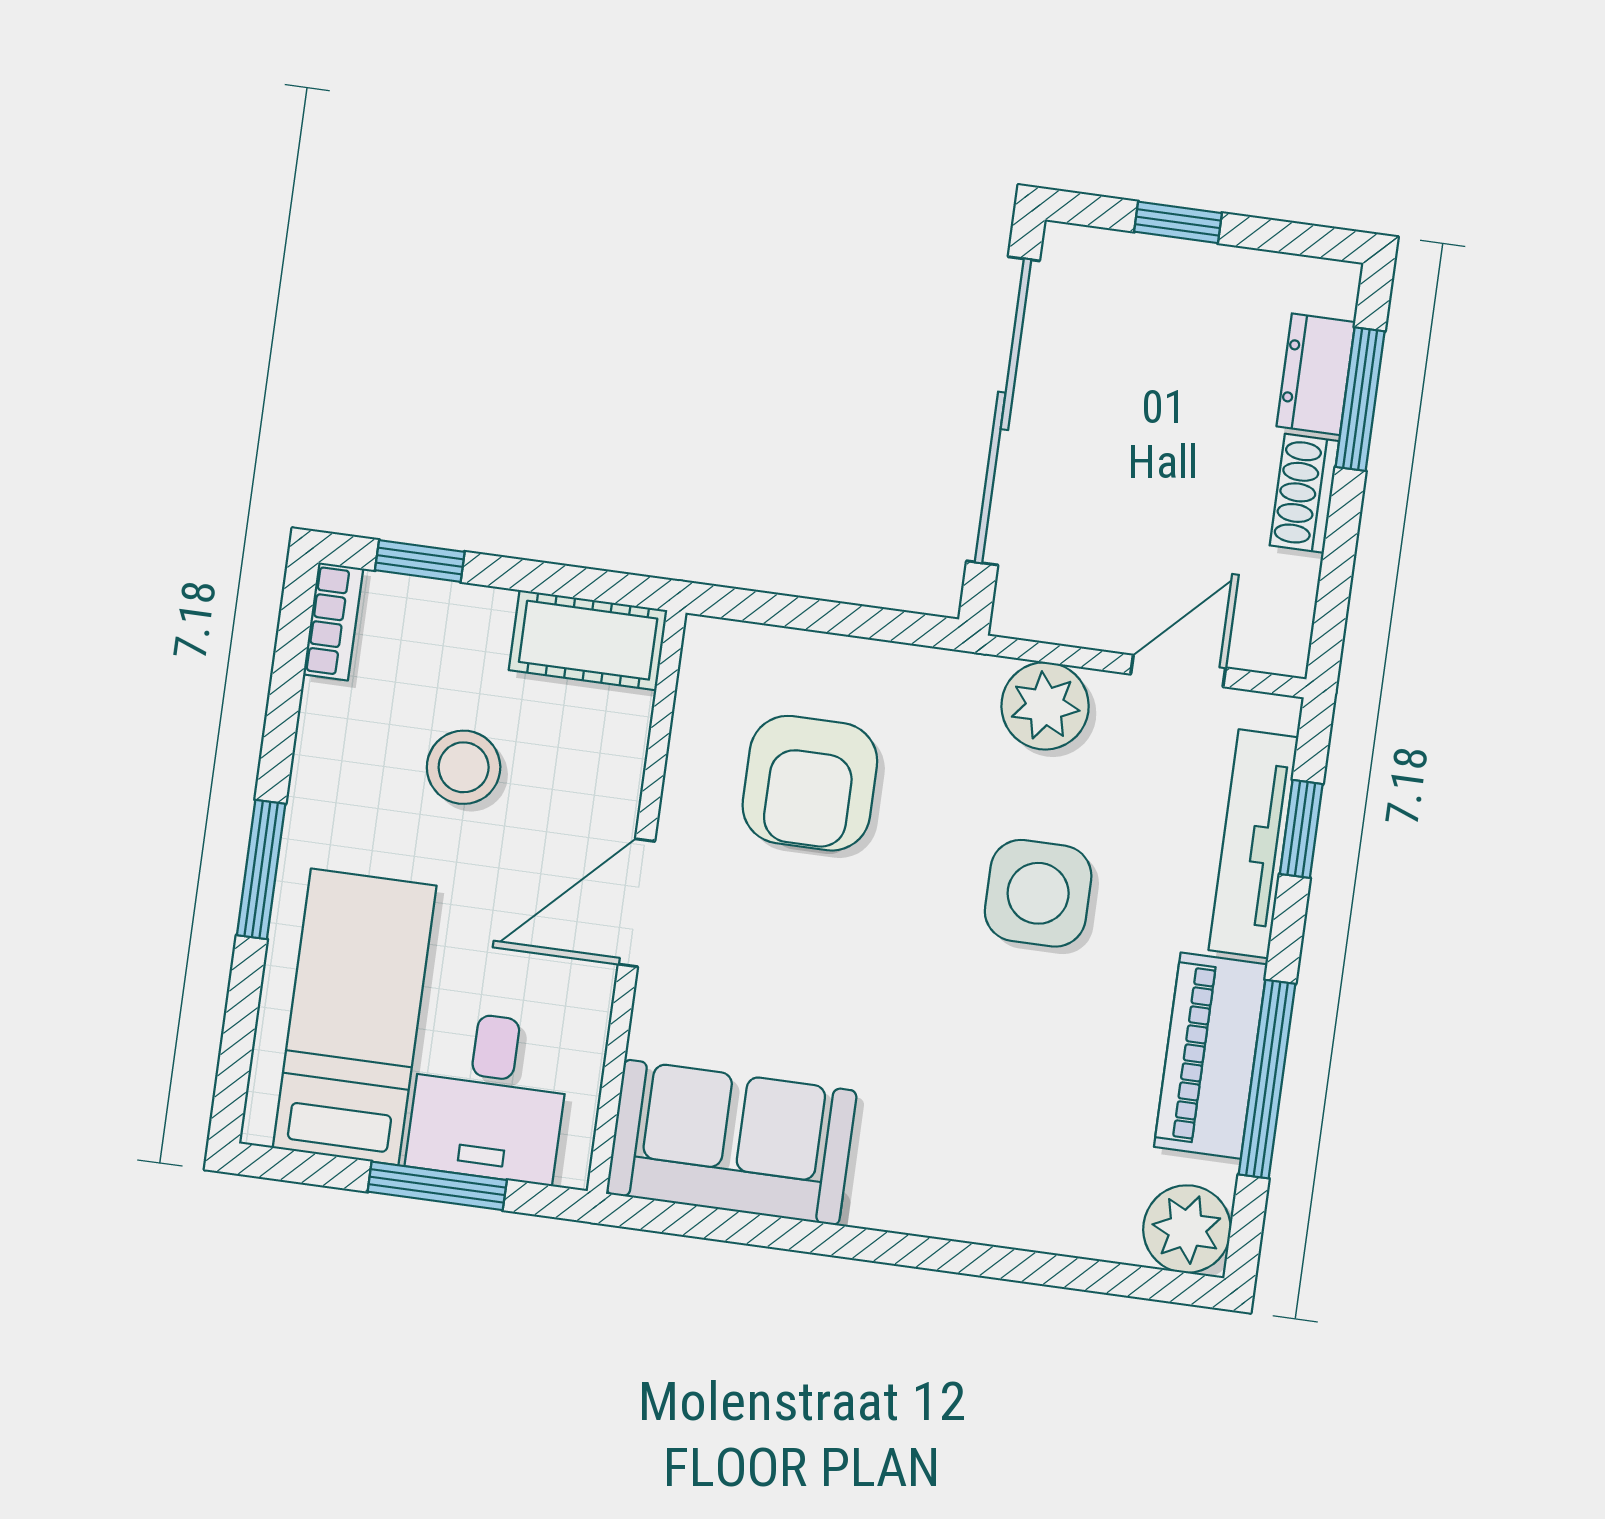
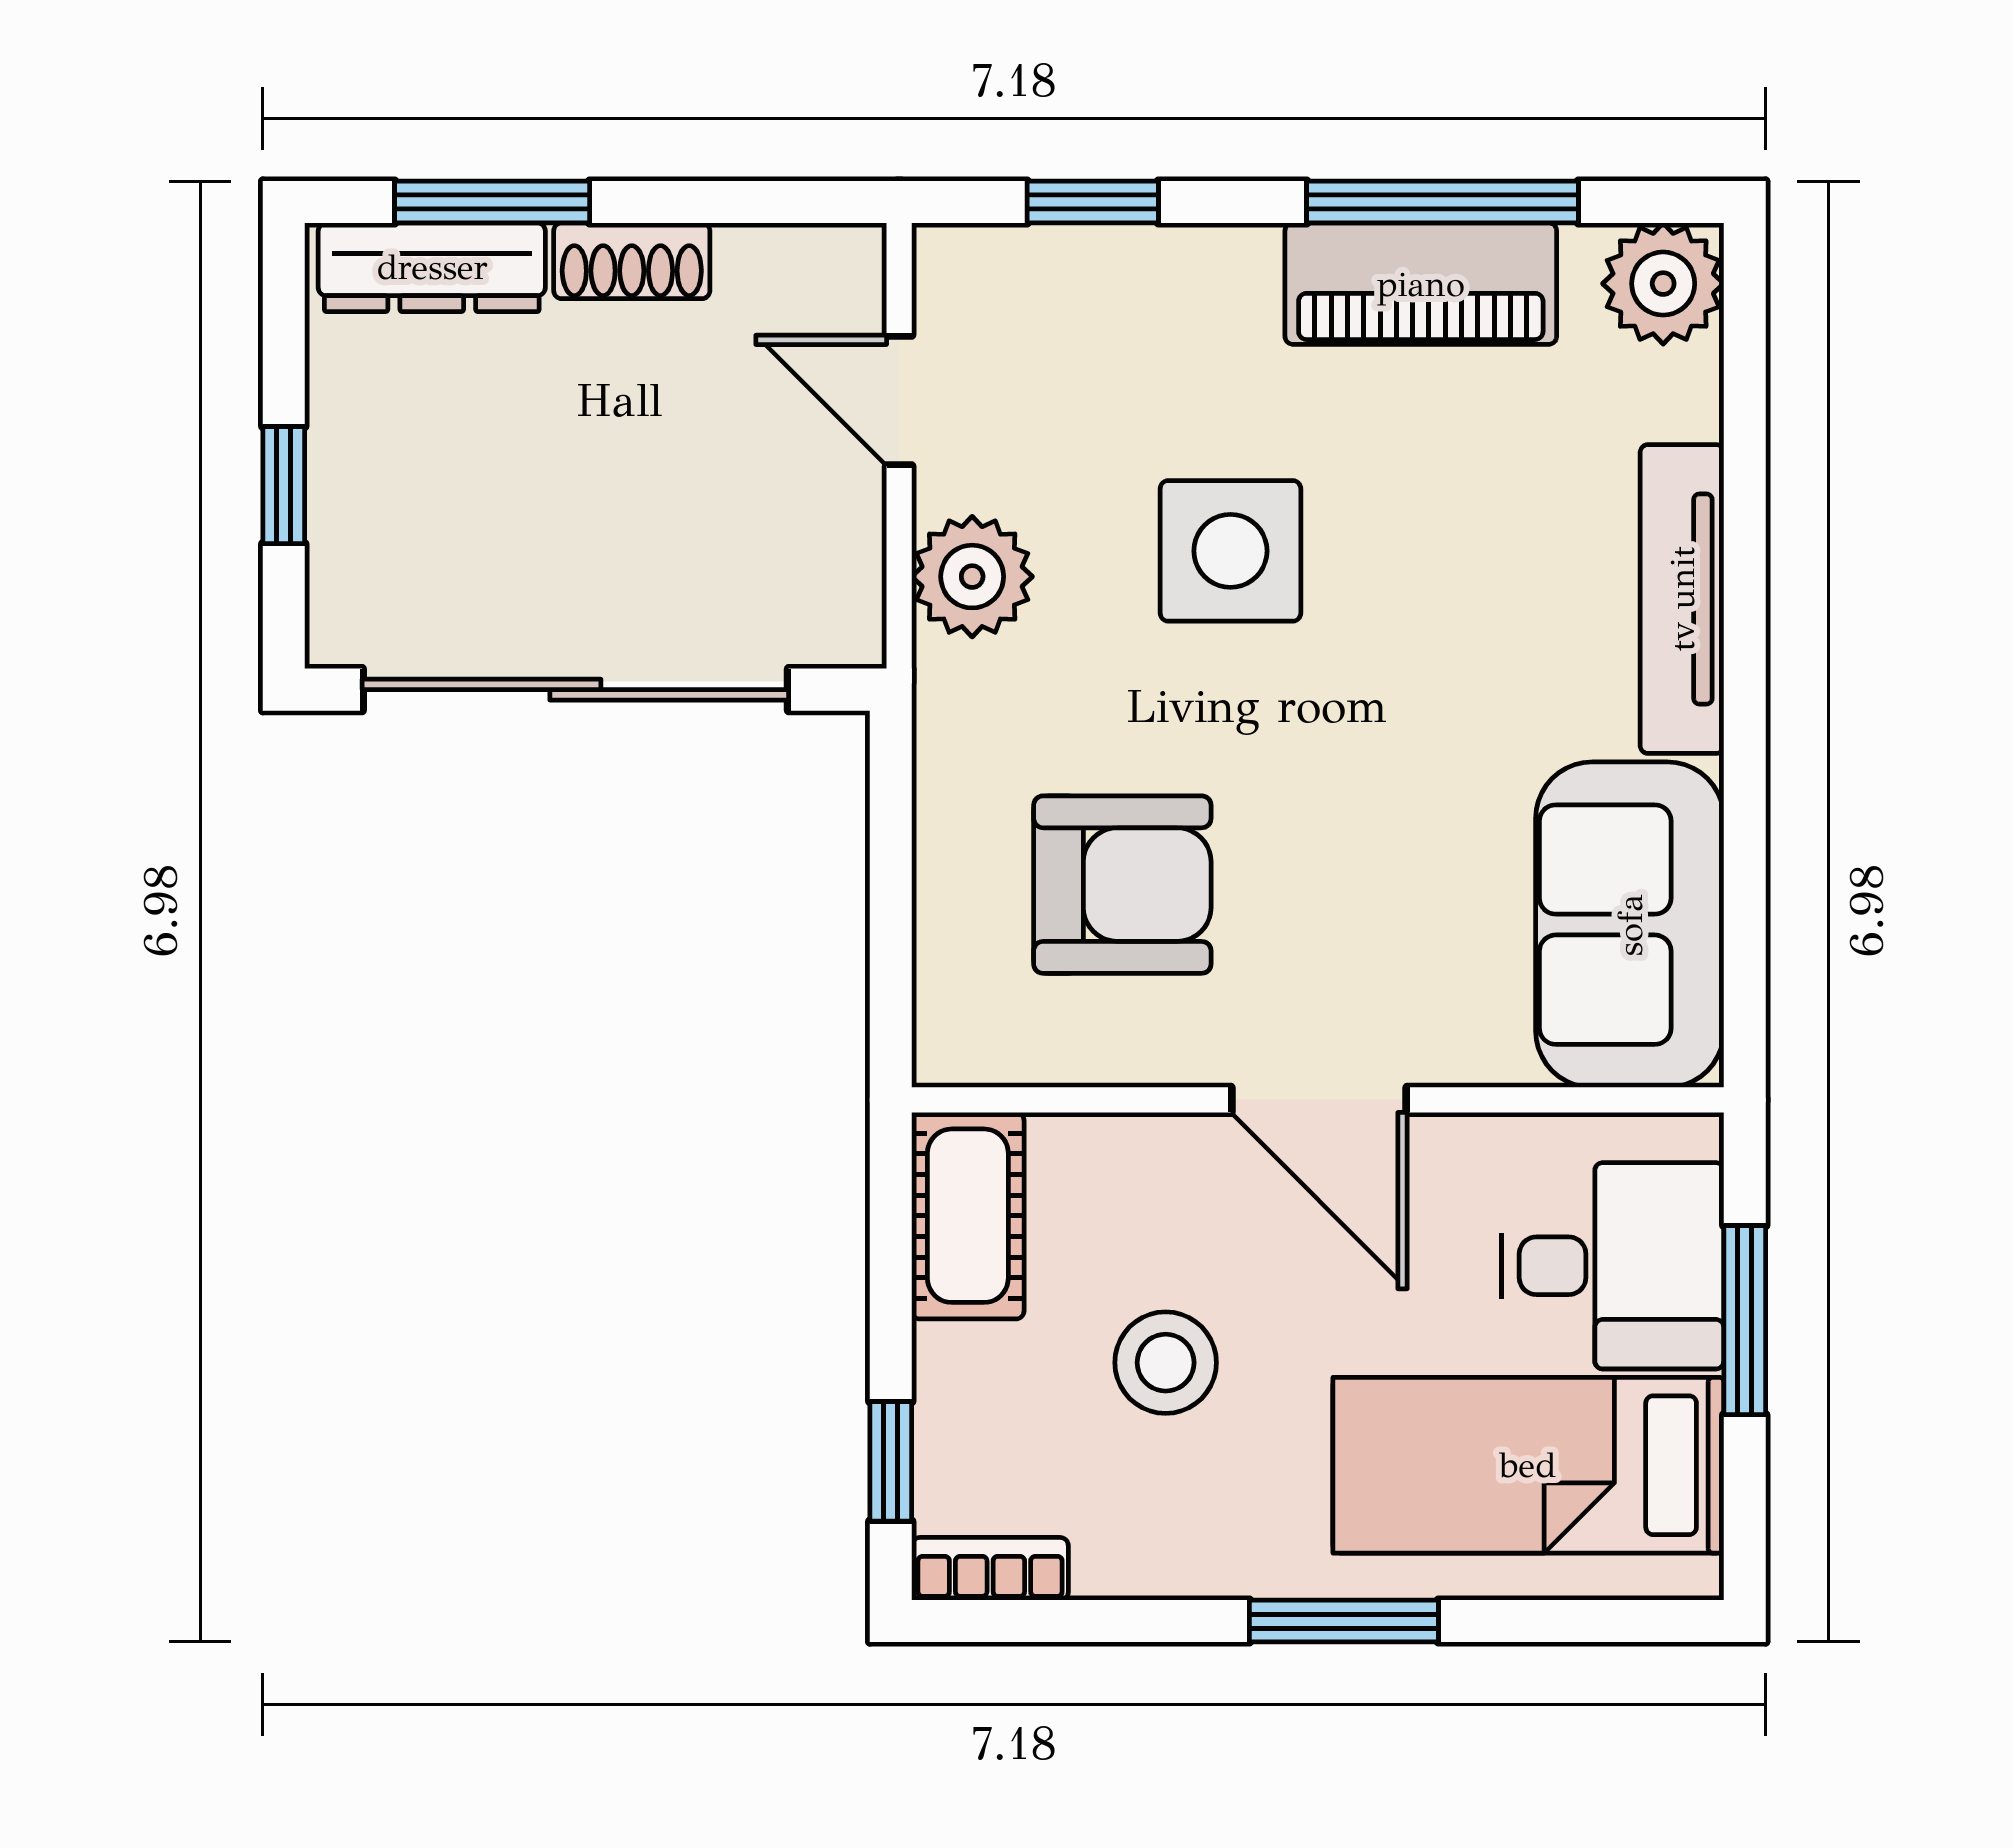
dresser: (1316, 374) -> (432, 267), width x1.44
tv unit: (1253, 844) -> (1682, 599), moved, turned 90

